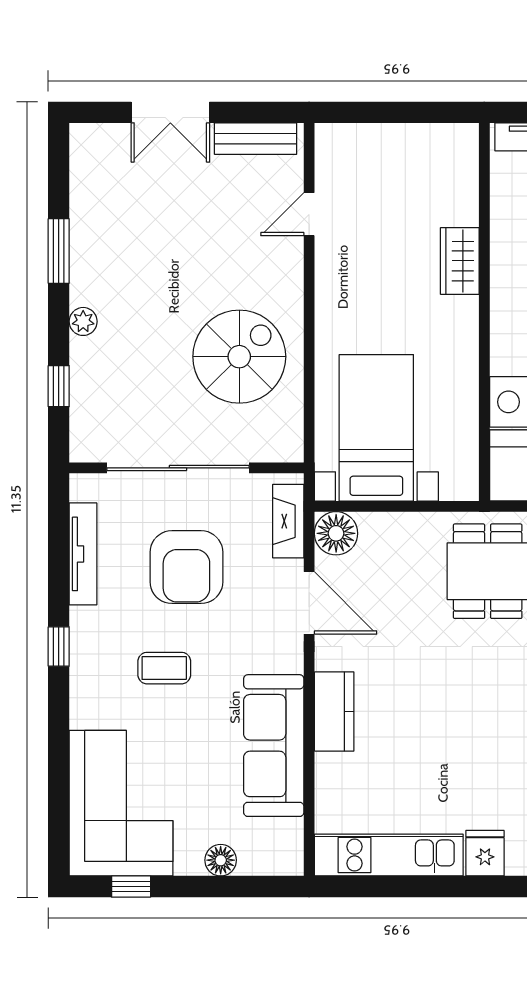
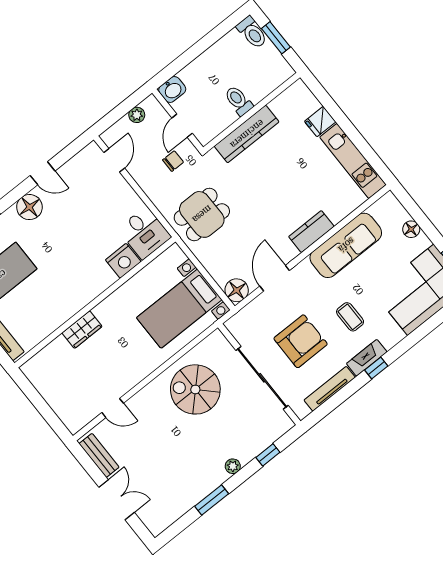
fireplace: (288, 521) -> (367, 358), moved, turned 180

